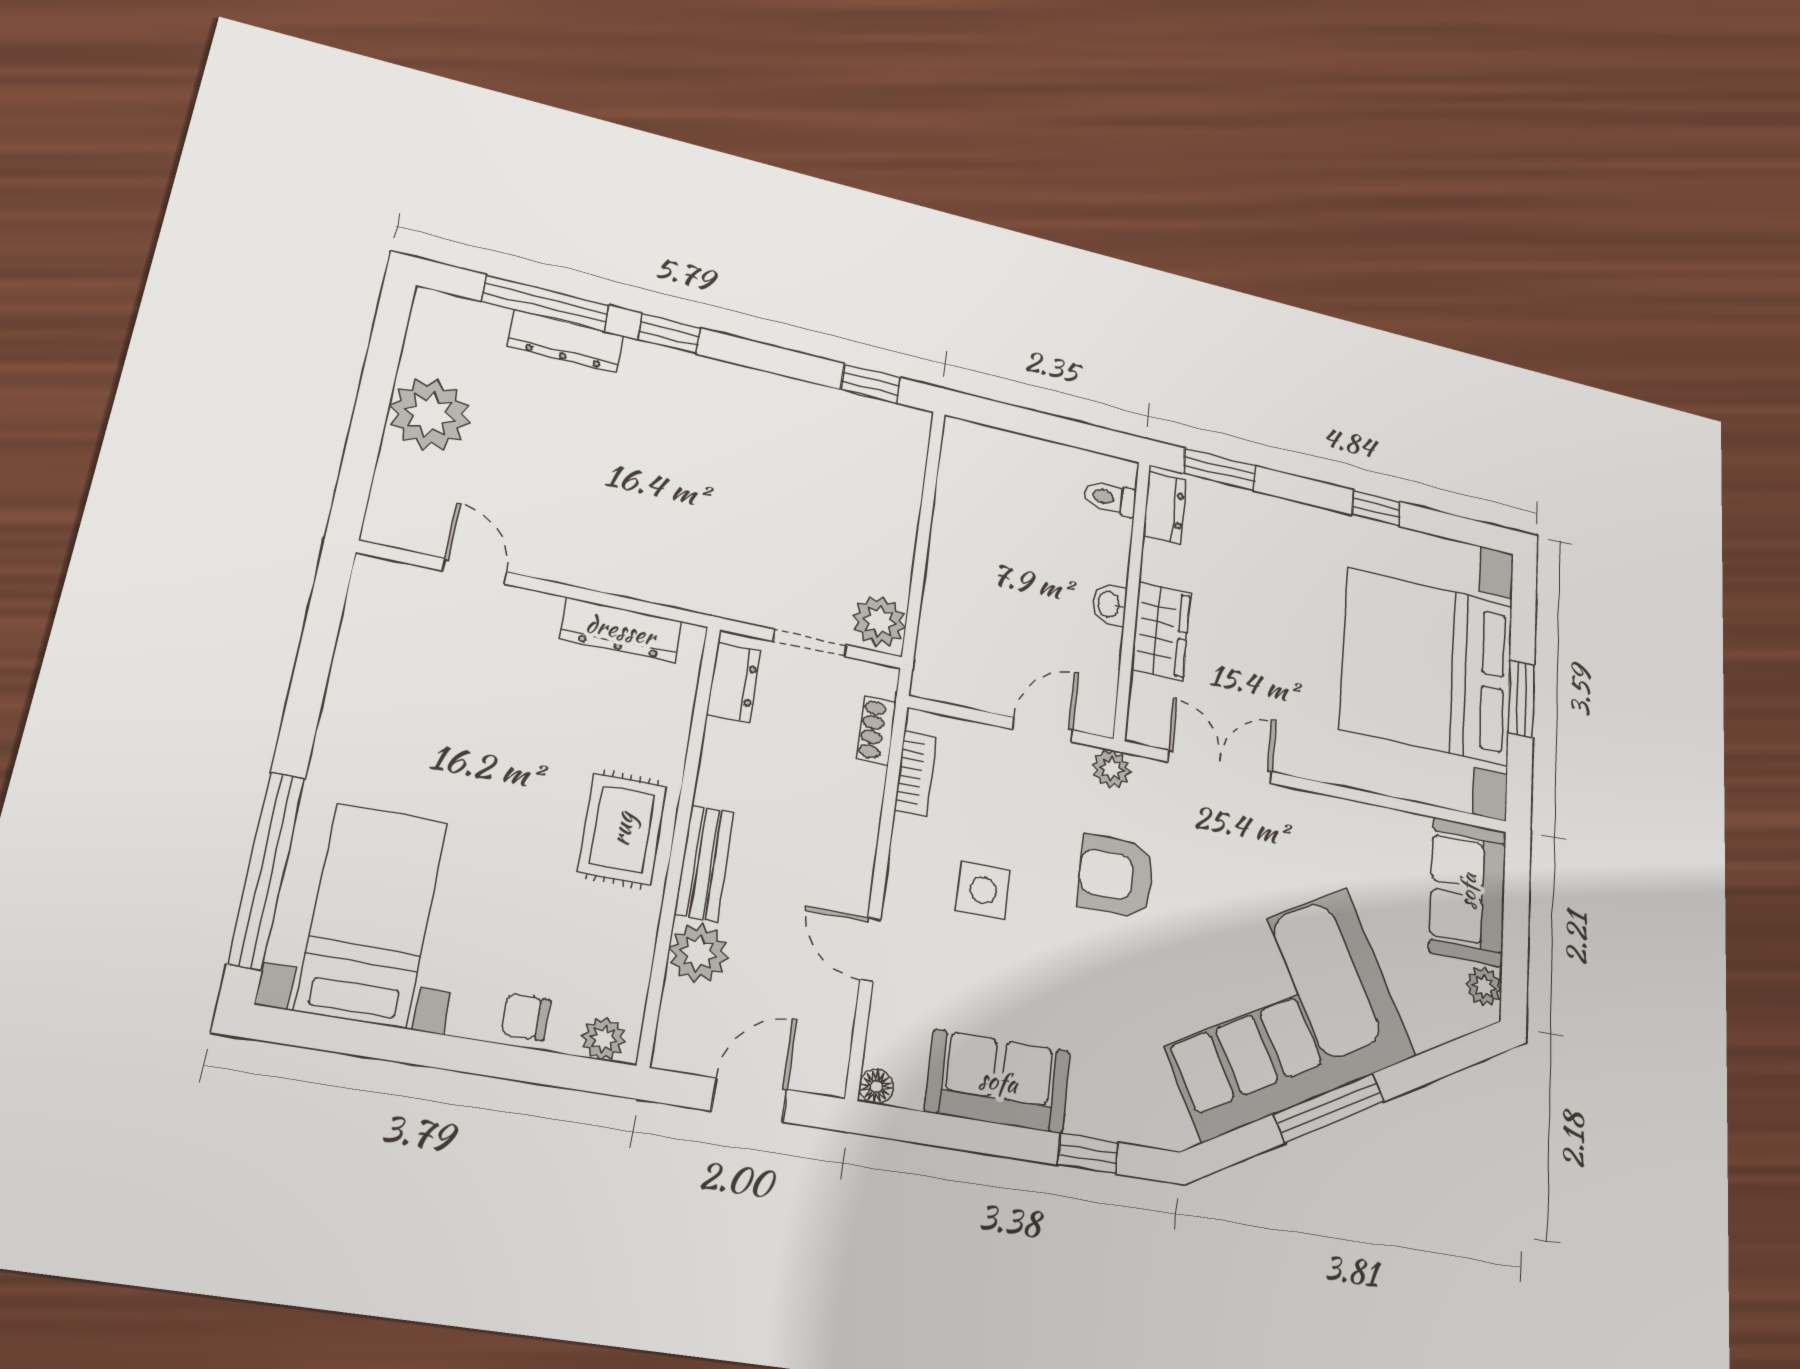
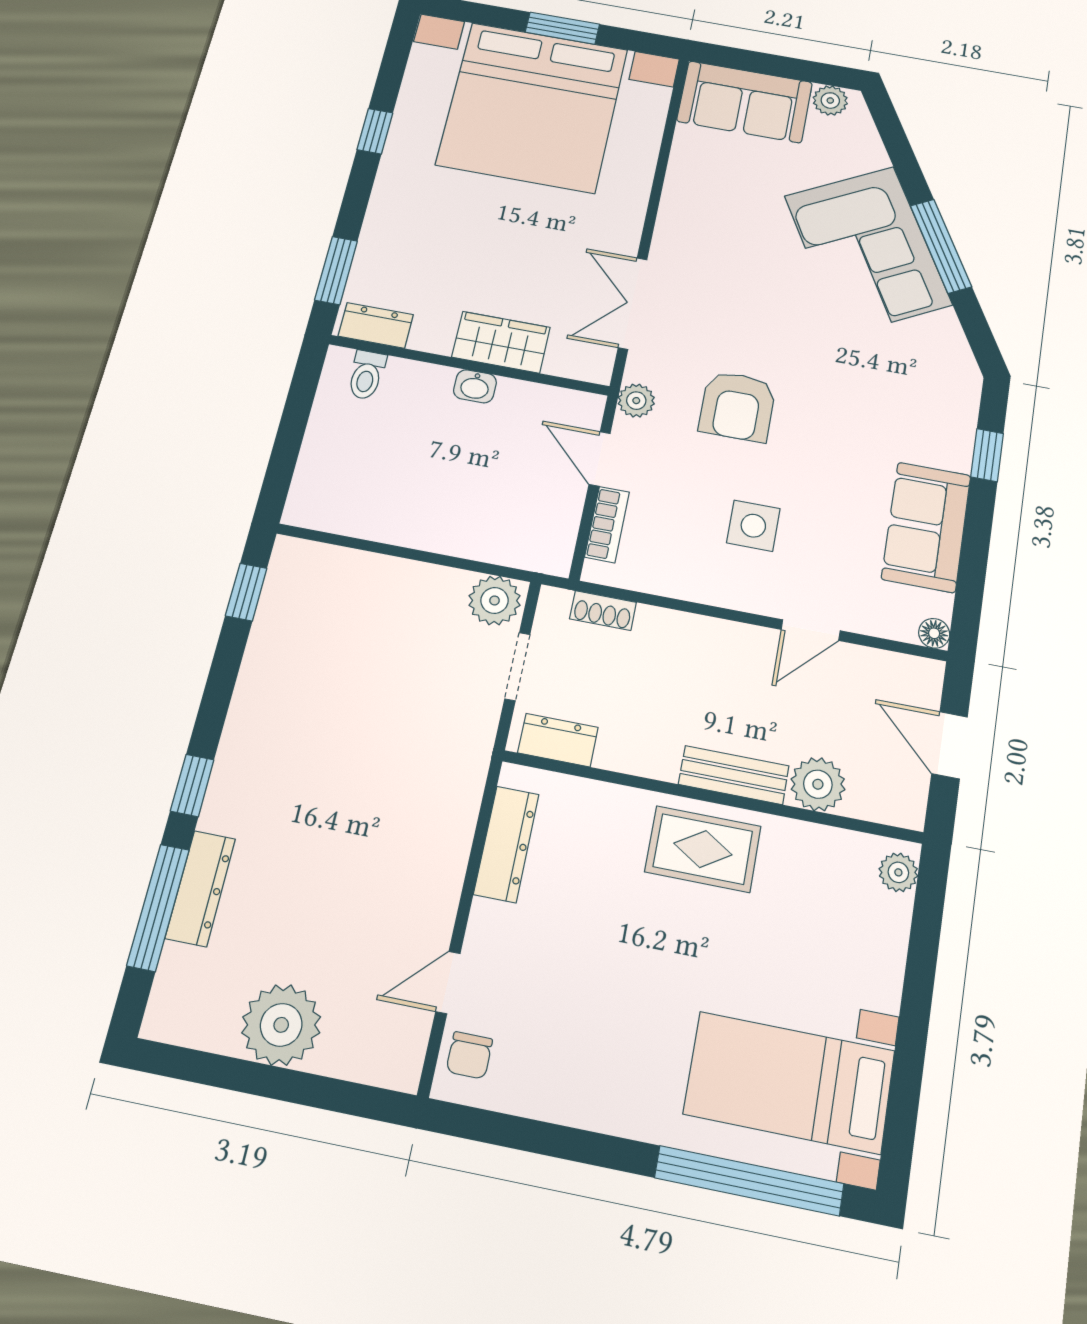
bookcase: (915, 773) -> (607, 524), moved, turned 90
corner sofa: (1276, 1012) -> (868, 250), width x0.73, depth x0.74
chair: (526, 1017) -> (469, 1055), moved

